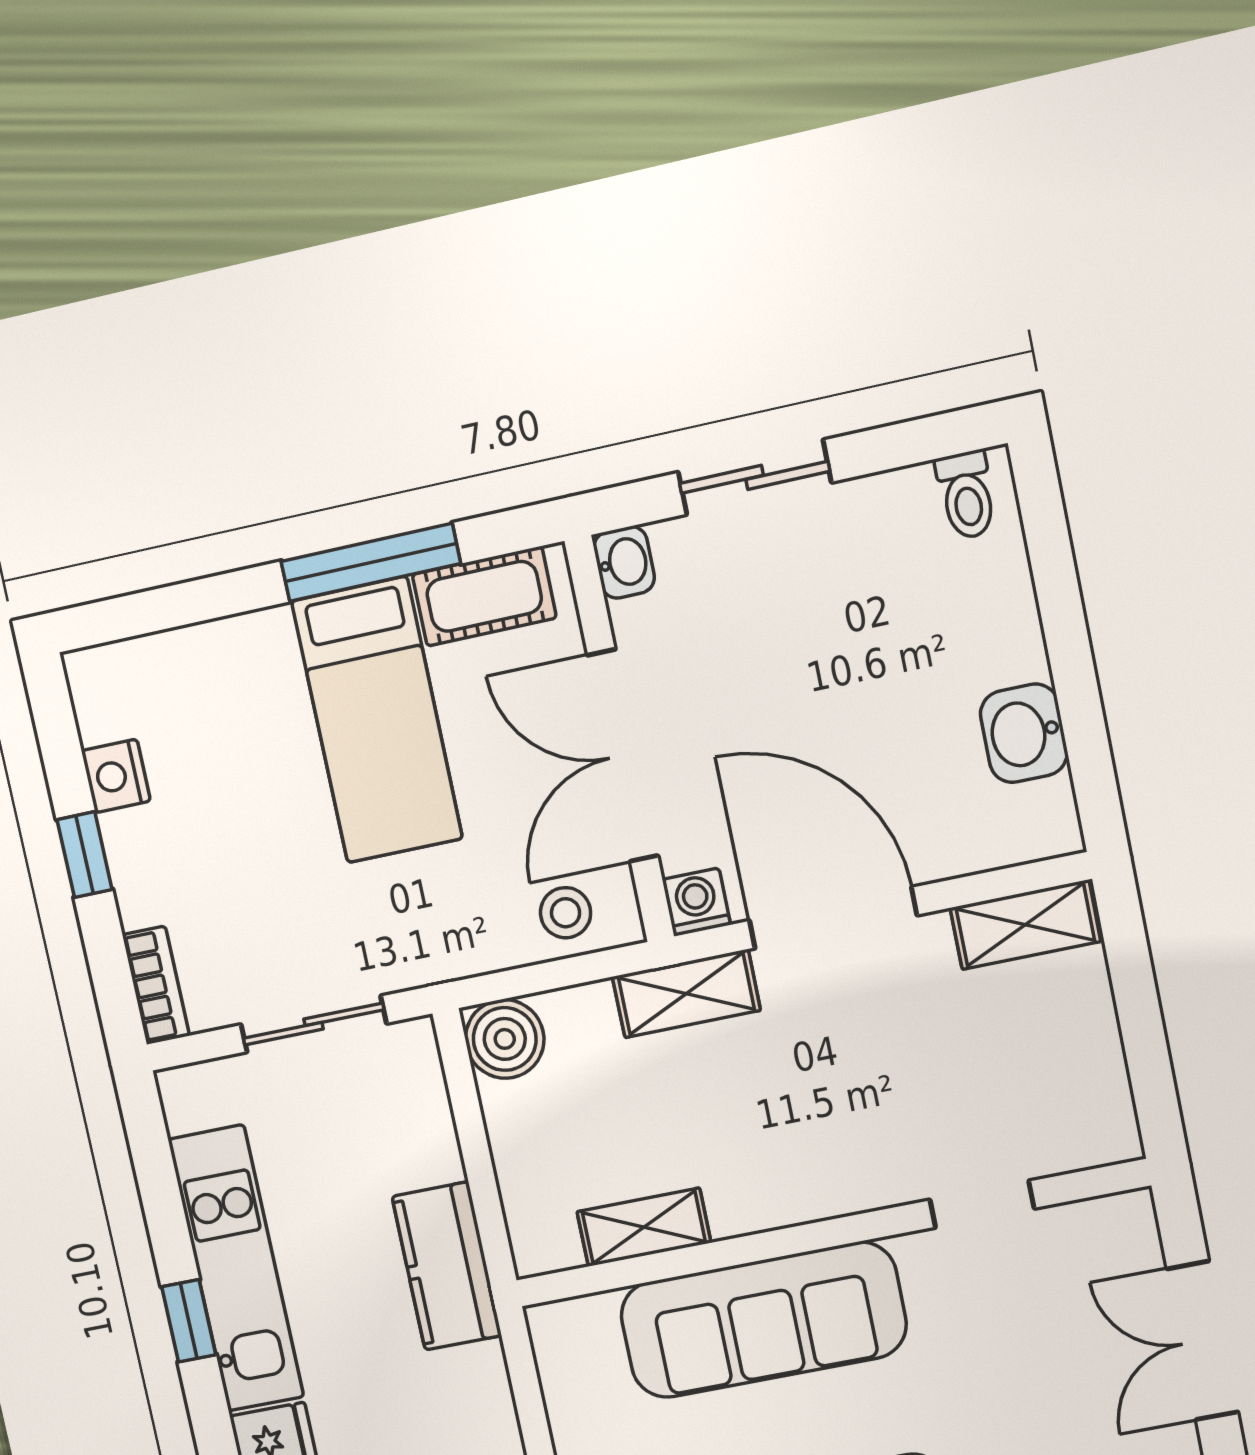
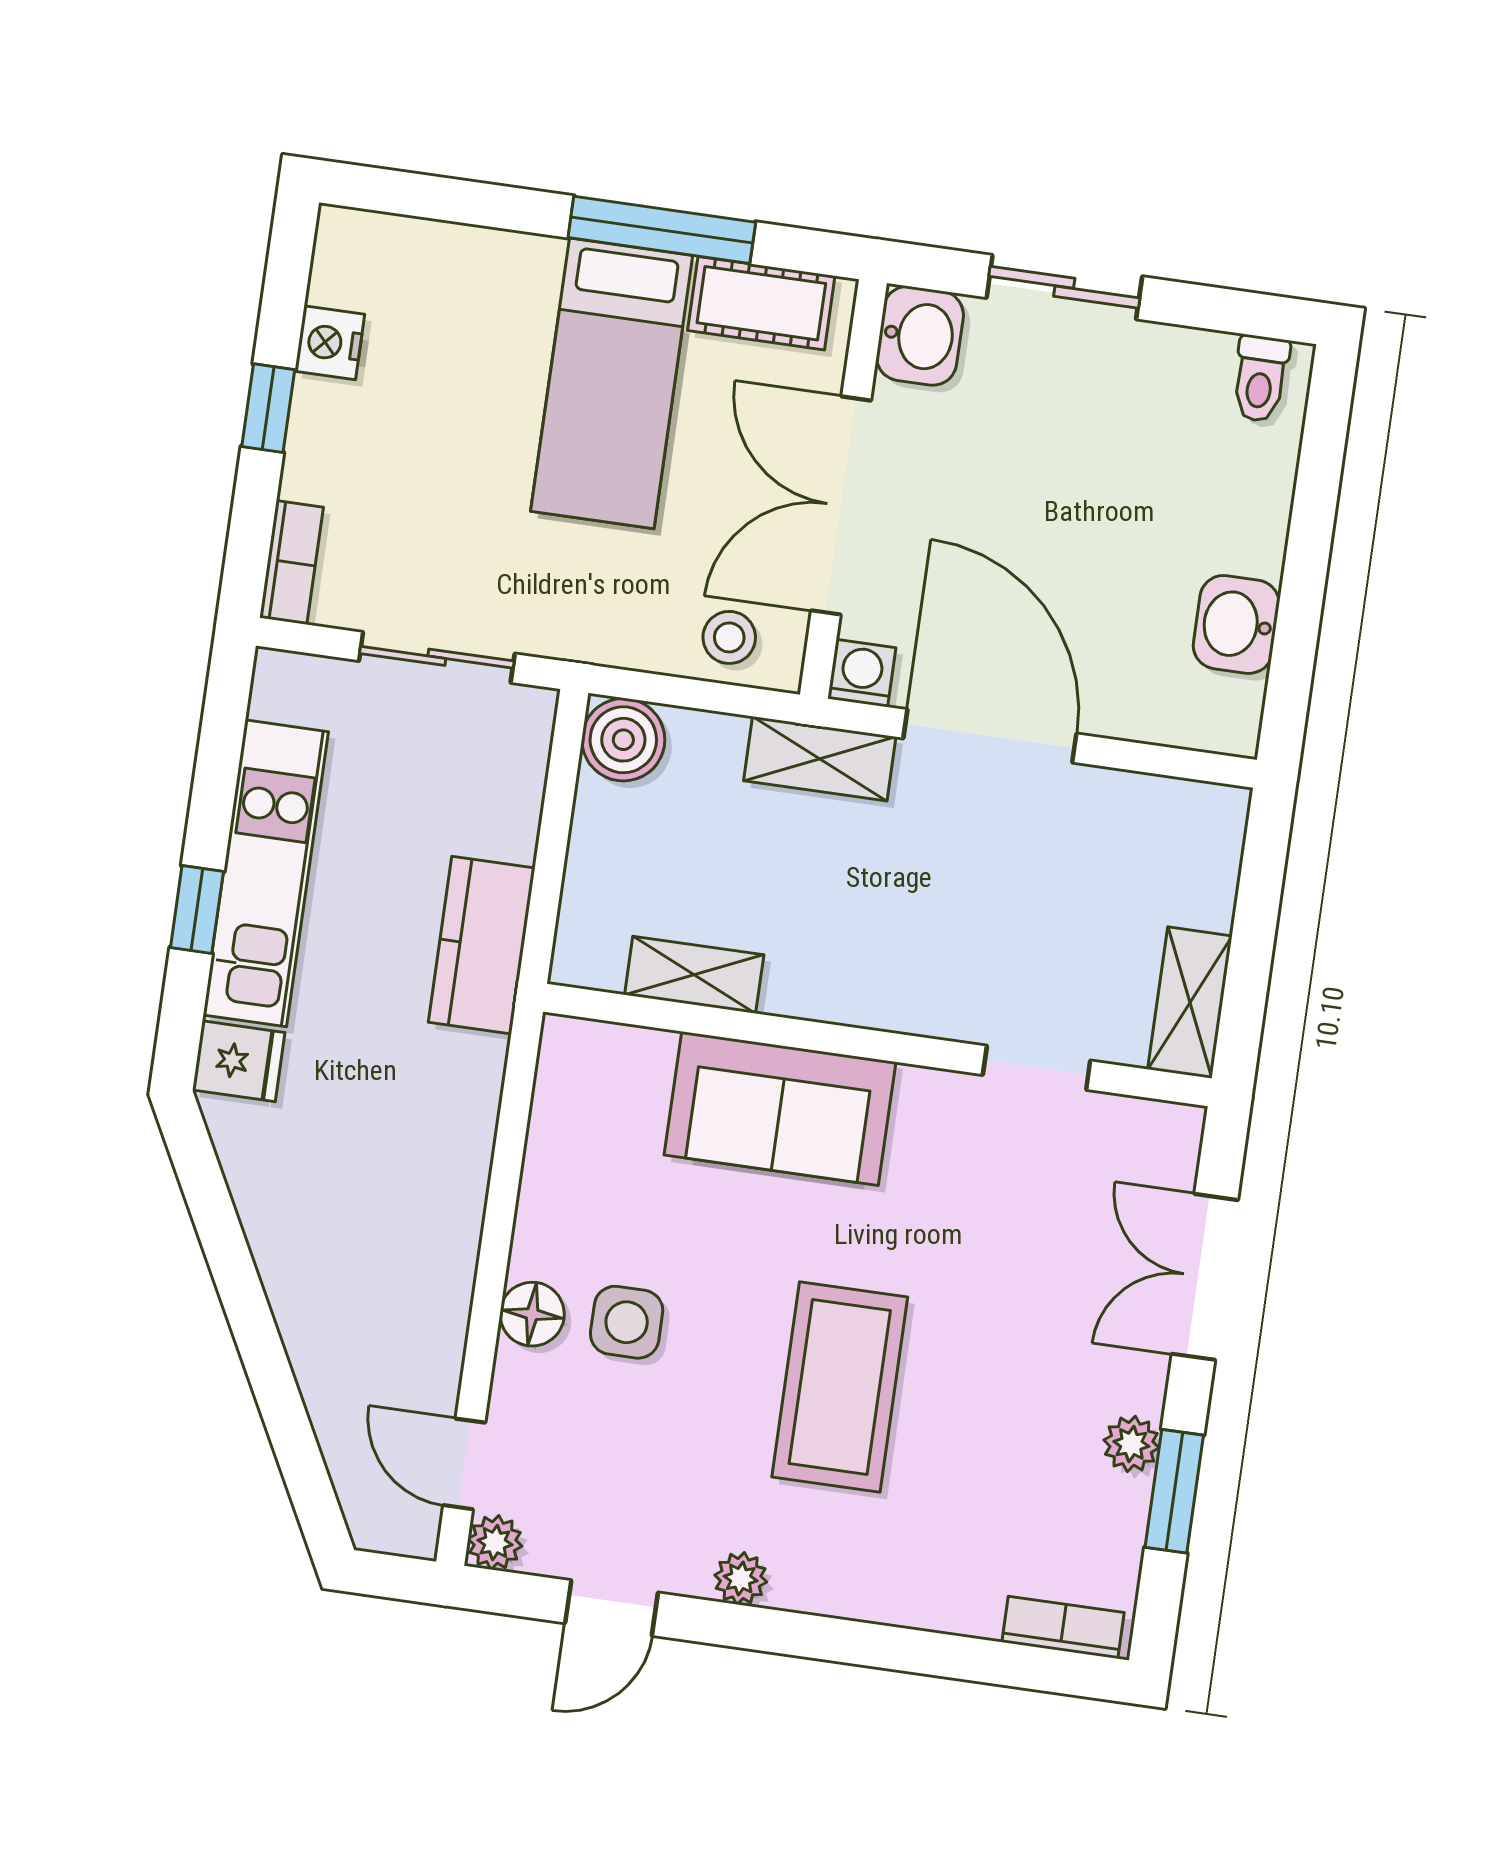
washbasin: (624, 562) -> (920, 336), width x1.38, depth x1.45
shelving: (1025, 925) -> (1190, 1003), moved, turned 90
sofa: (763, 1320) -> (780, 1108), width x0.73

